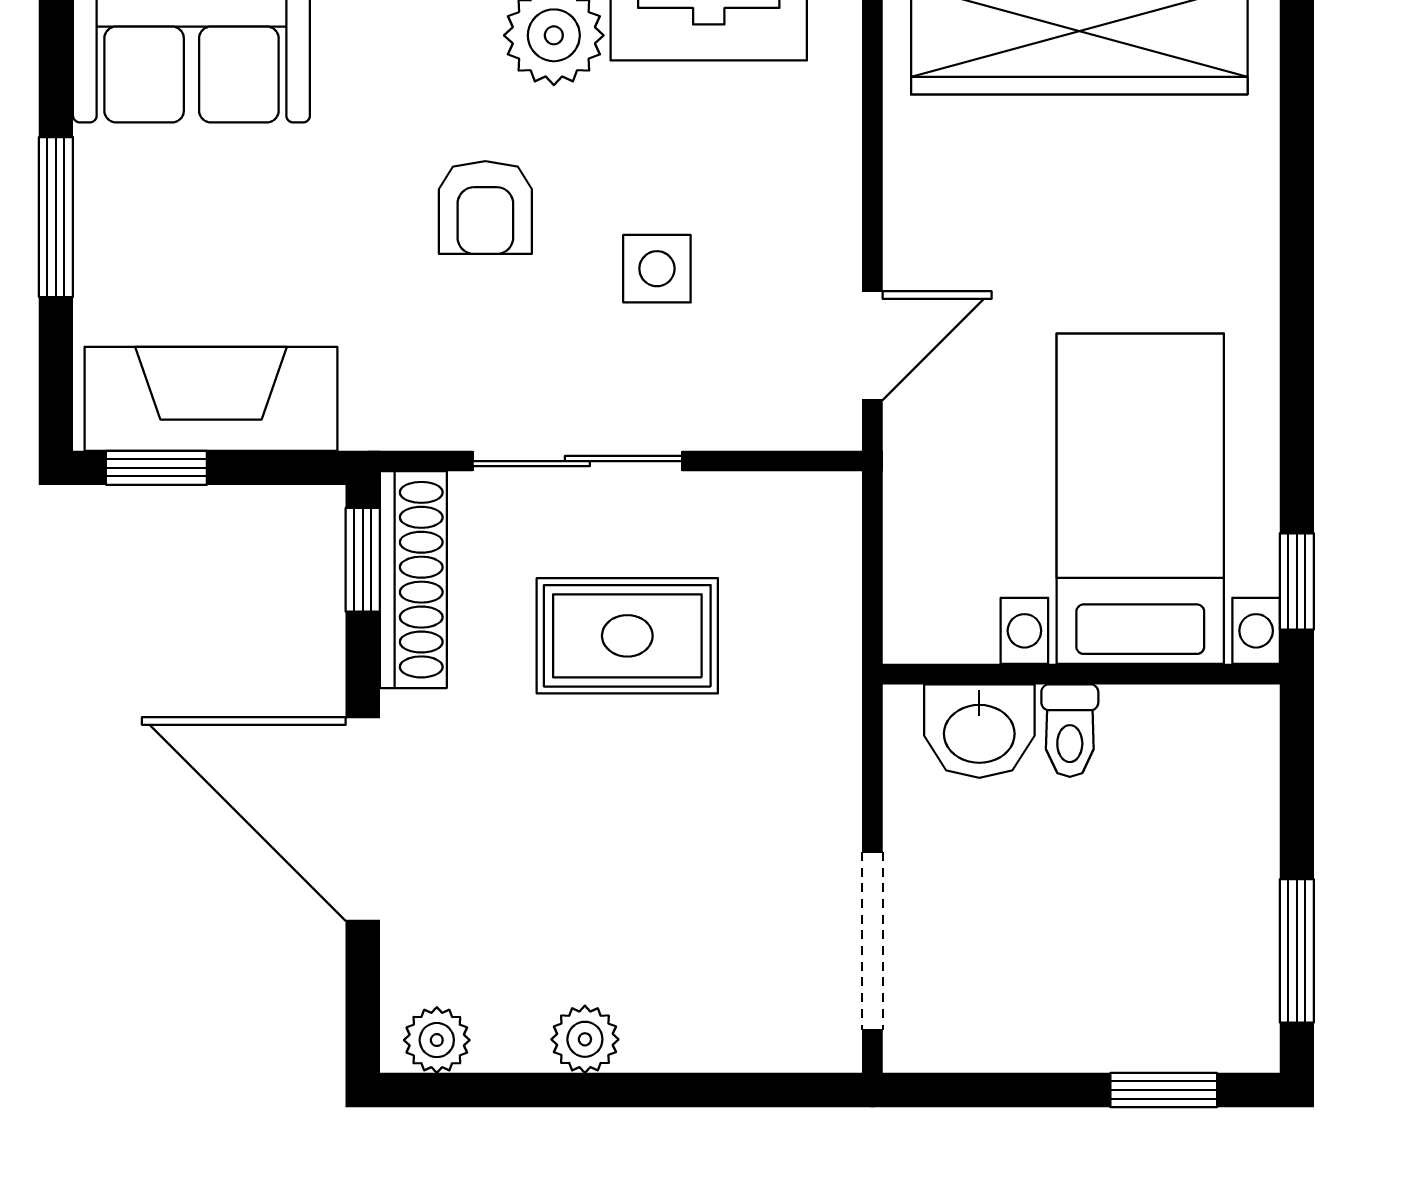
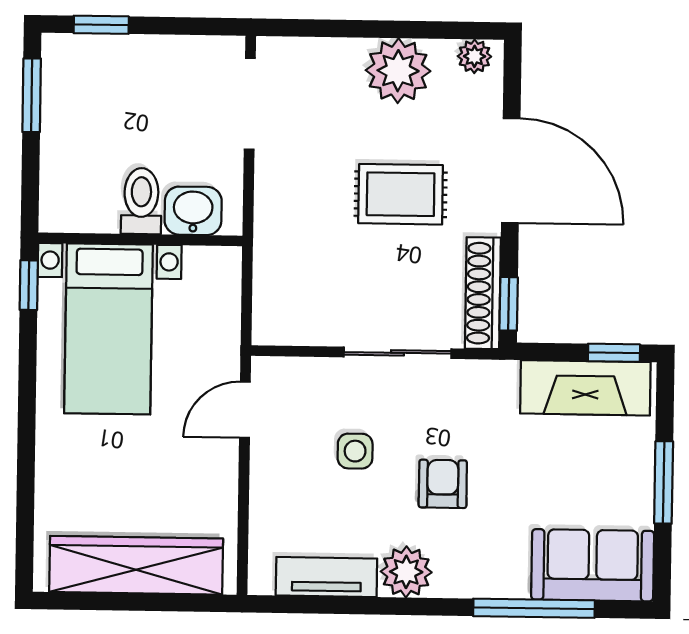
rug: (627, 636) -> (401, 194), moved
toilet: (1070, 731) -> (141, 201), width x1.37, depth x1.39
plant: (585, 1039) -> (398, 71), width x1.87, depth x1.87

